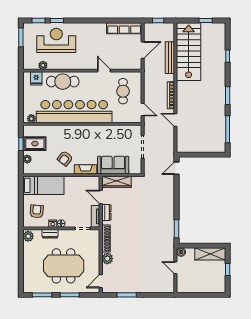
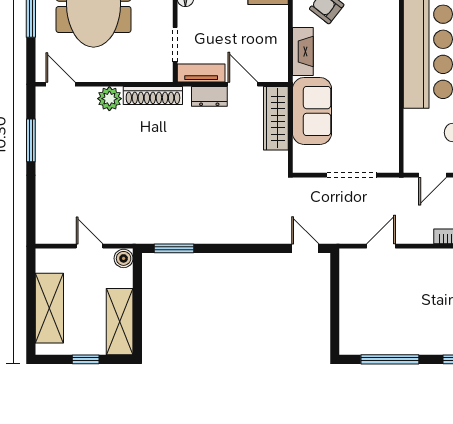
door: (175, 120) -> (381, 246), moved
door: (101, 197) -> (243, 84), hinge flipped
door: (175, 268) -> (89, 246), hinge flipped
shelving: (204, 286) -> (49, 308), added

